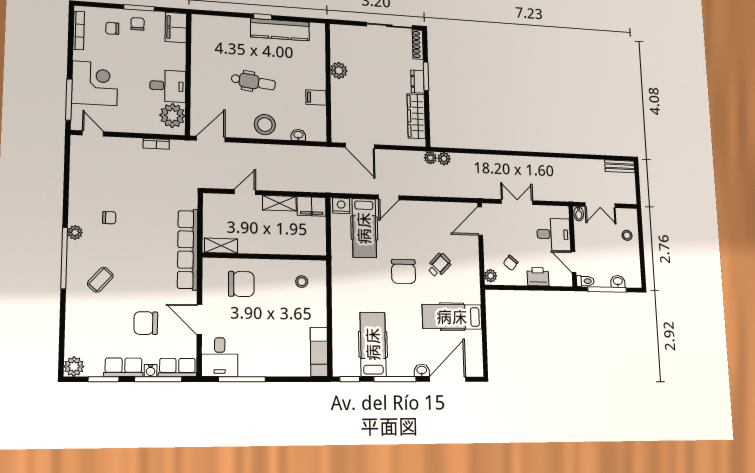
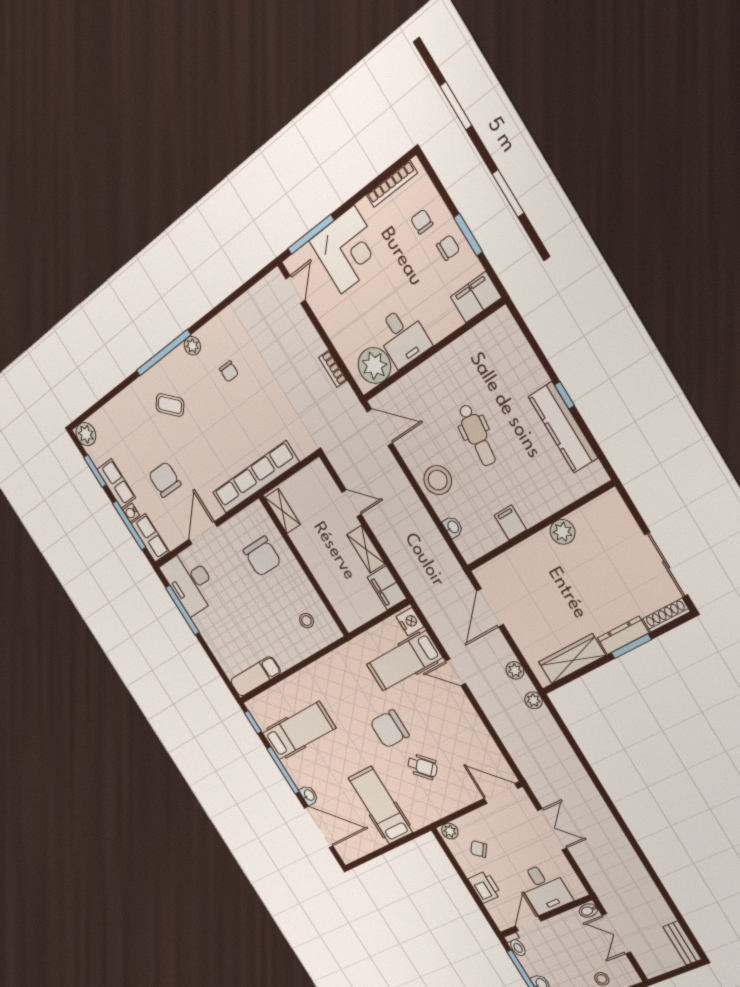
dresser: (417, 82) -> (623, 635), width x1.44
plant: (444, 159) -> (515, 670), moved
desk: (220, 357) -> (190, 582), width x1.37

